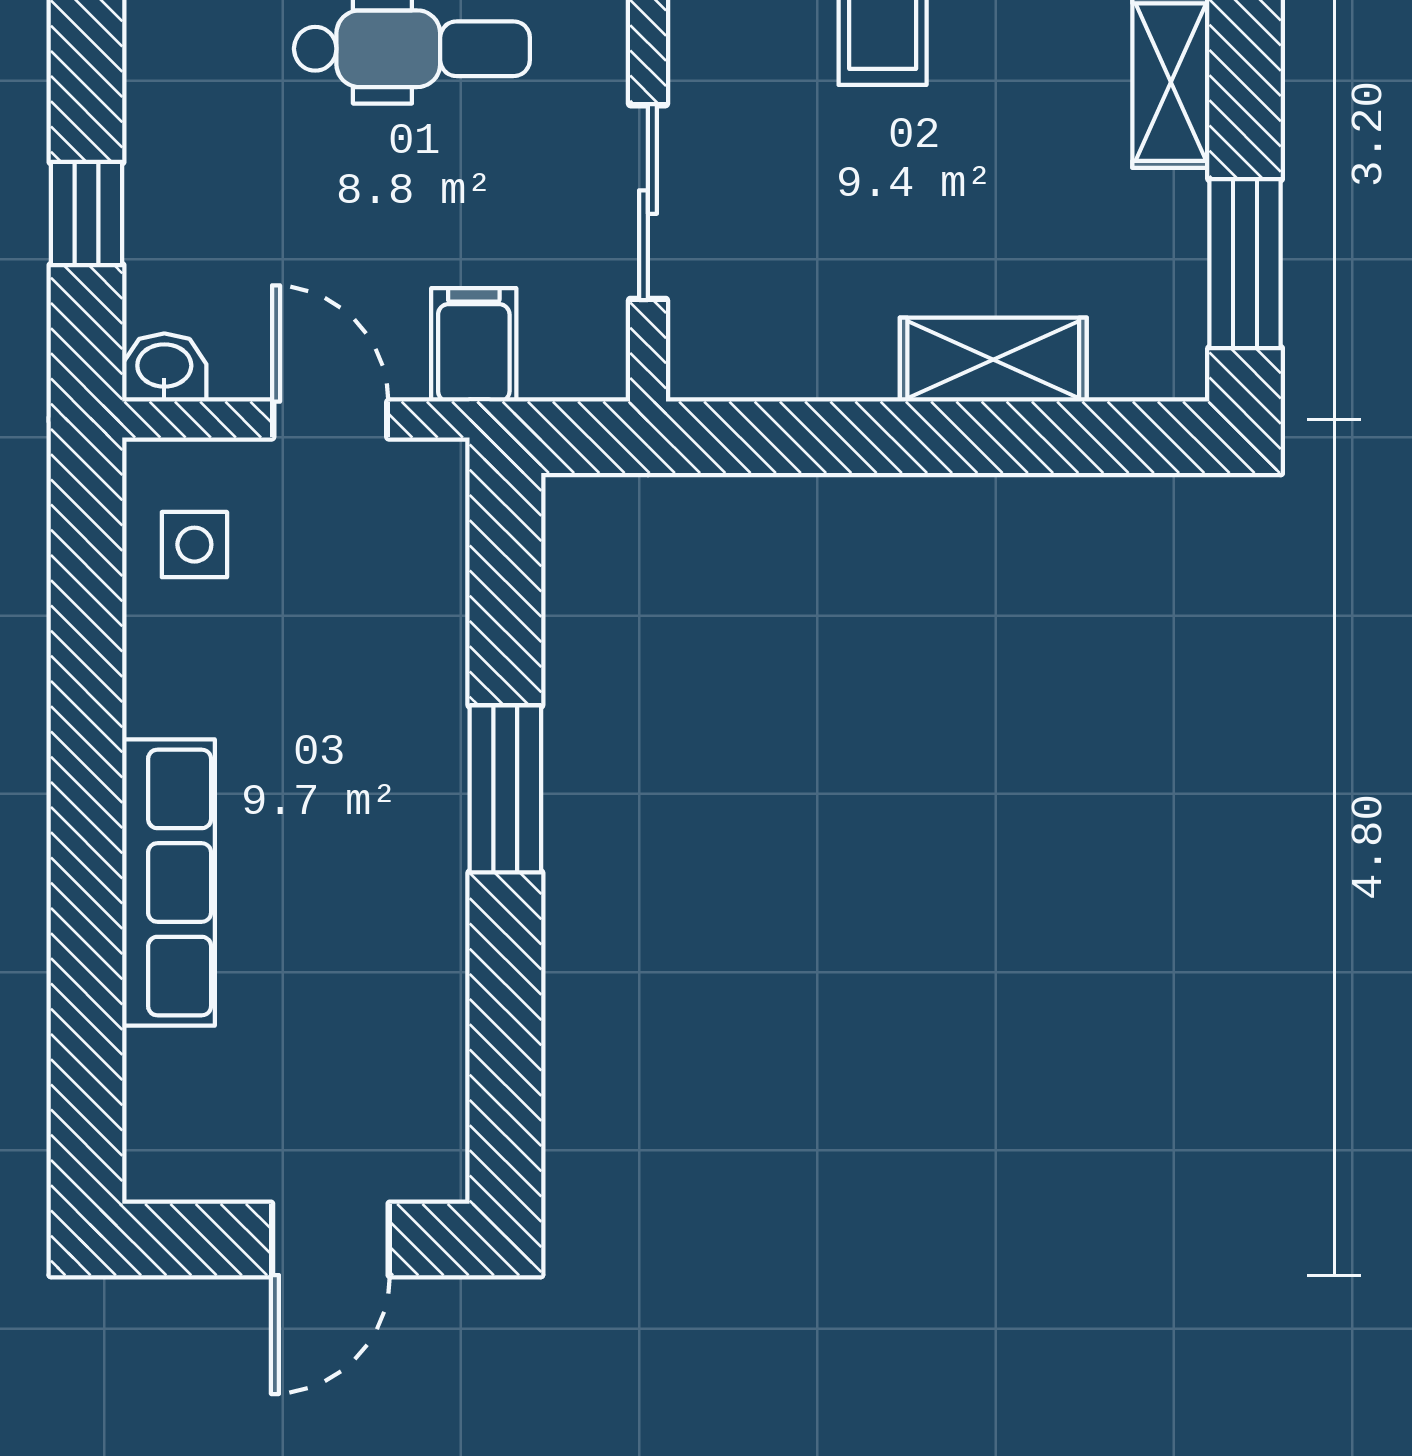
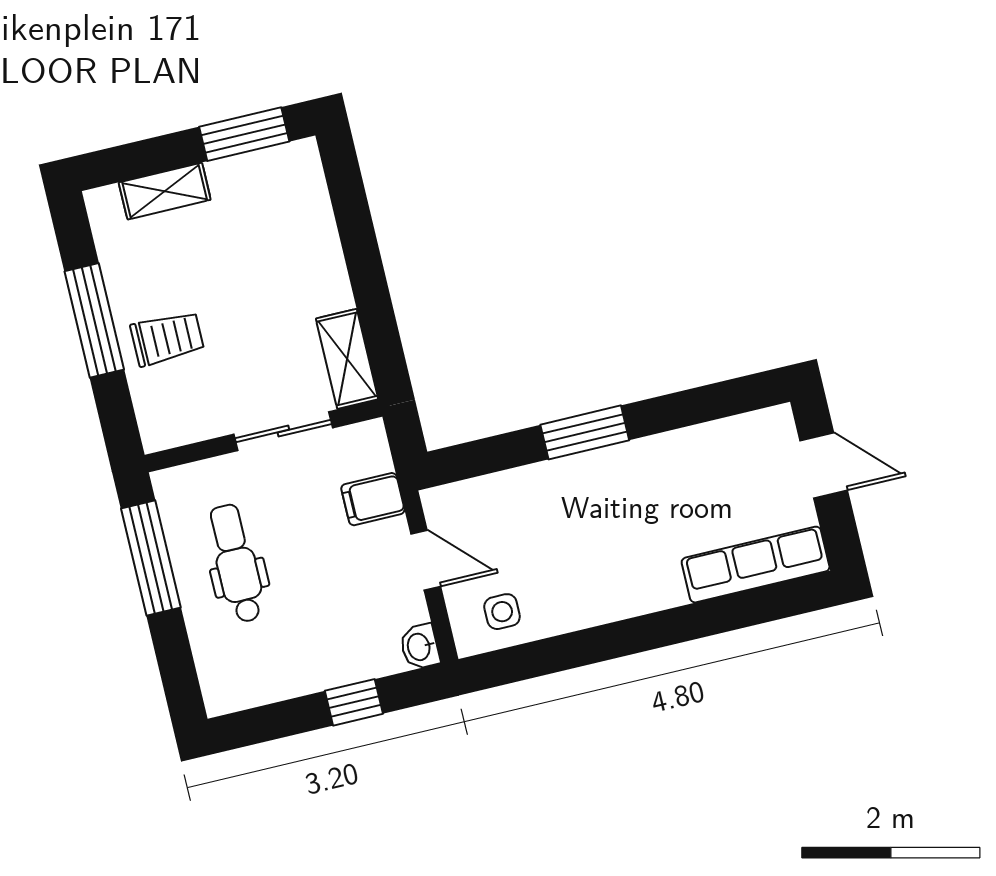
shelving: (993, 360) -> (347, 359), moved
door: (330, 419) -> (426, 560), swing flipped
row of seats: (168, 882) -> (756, 565), moved

